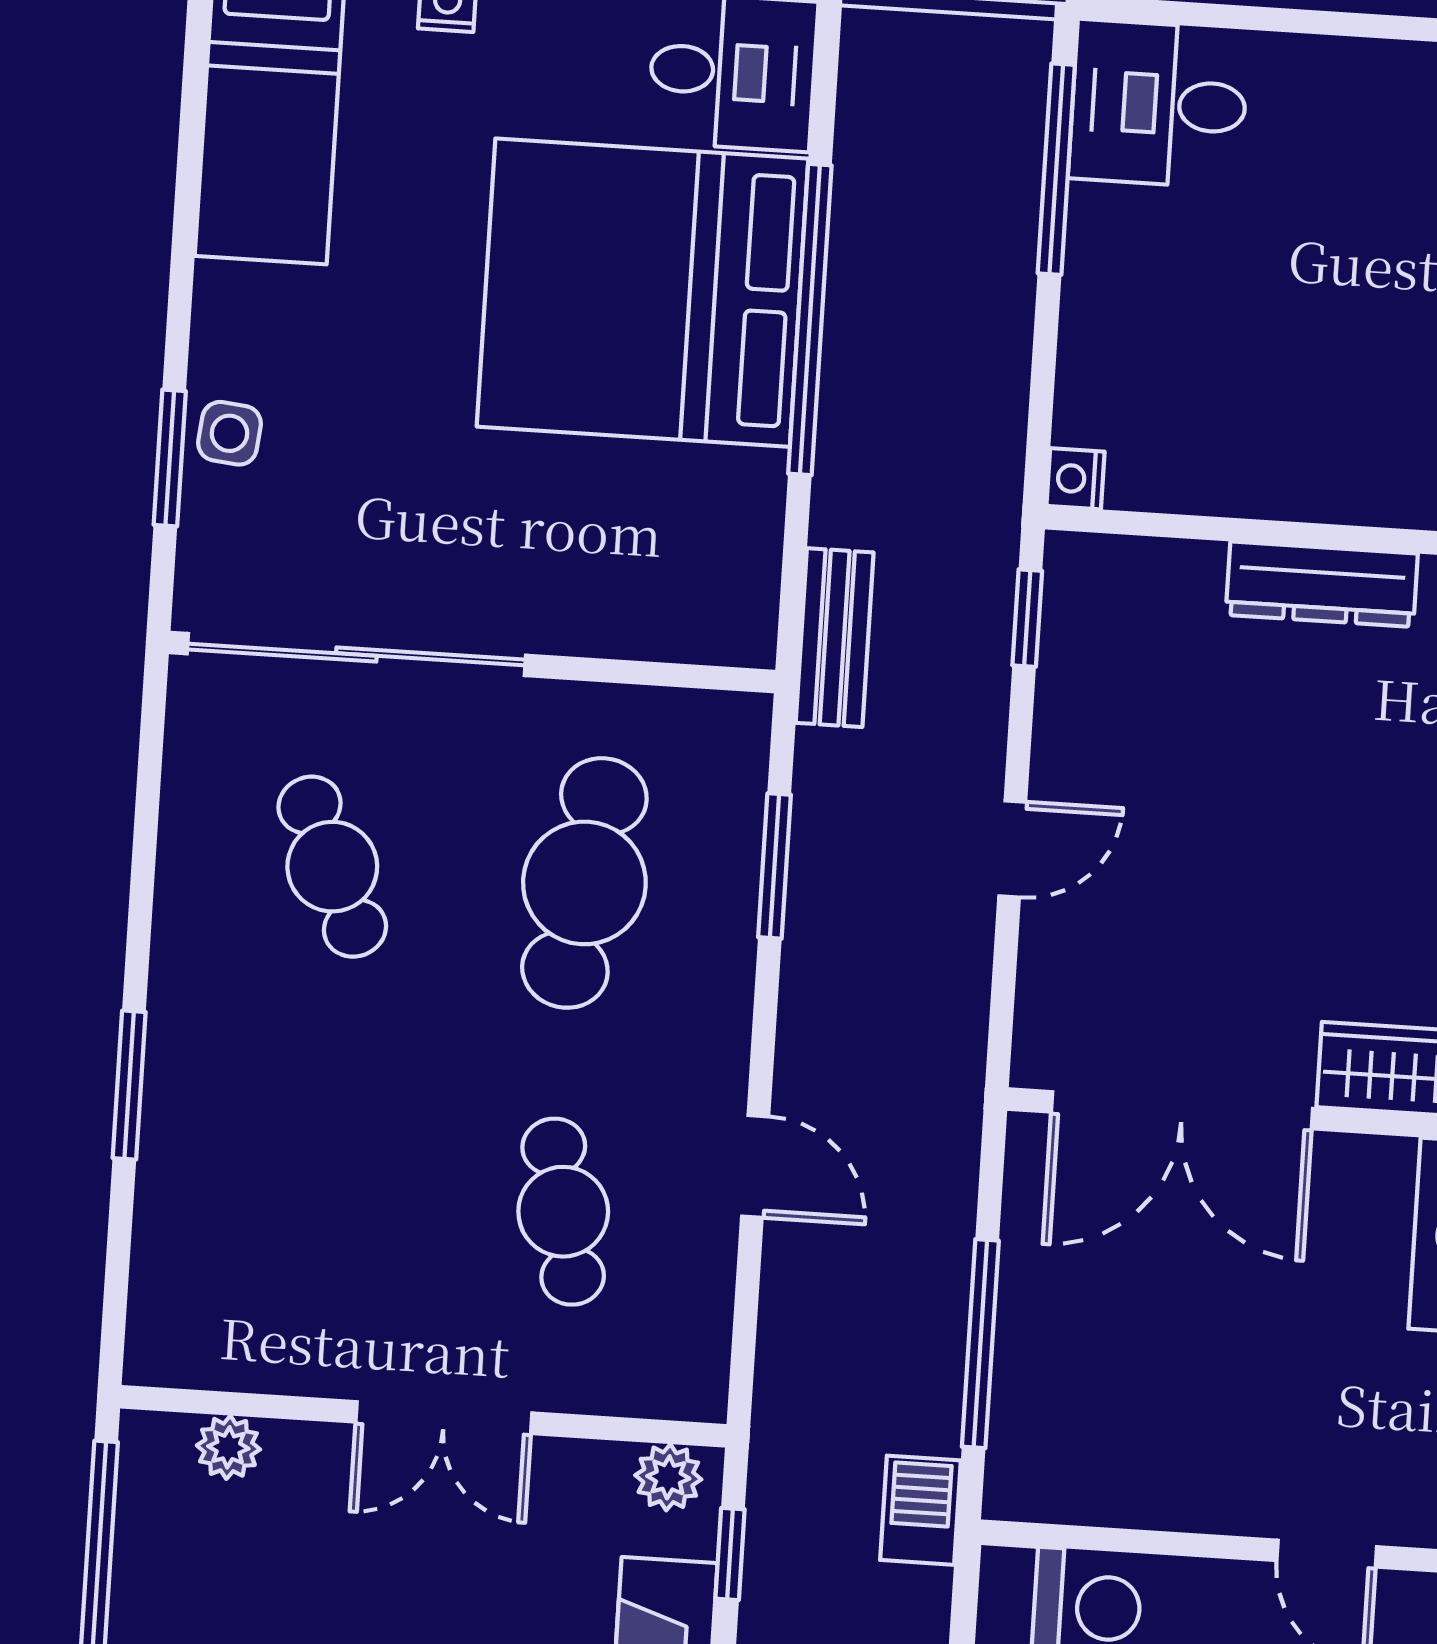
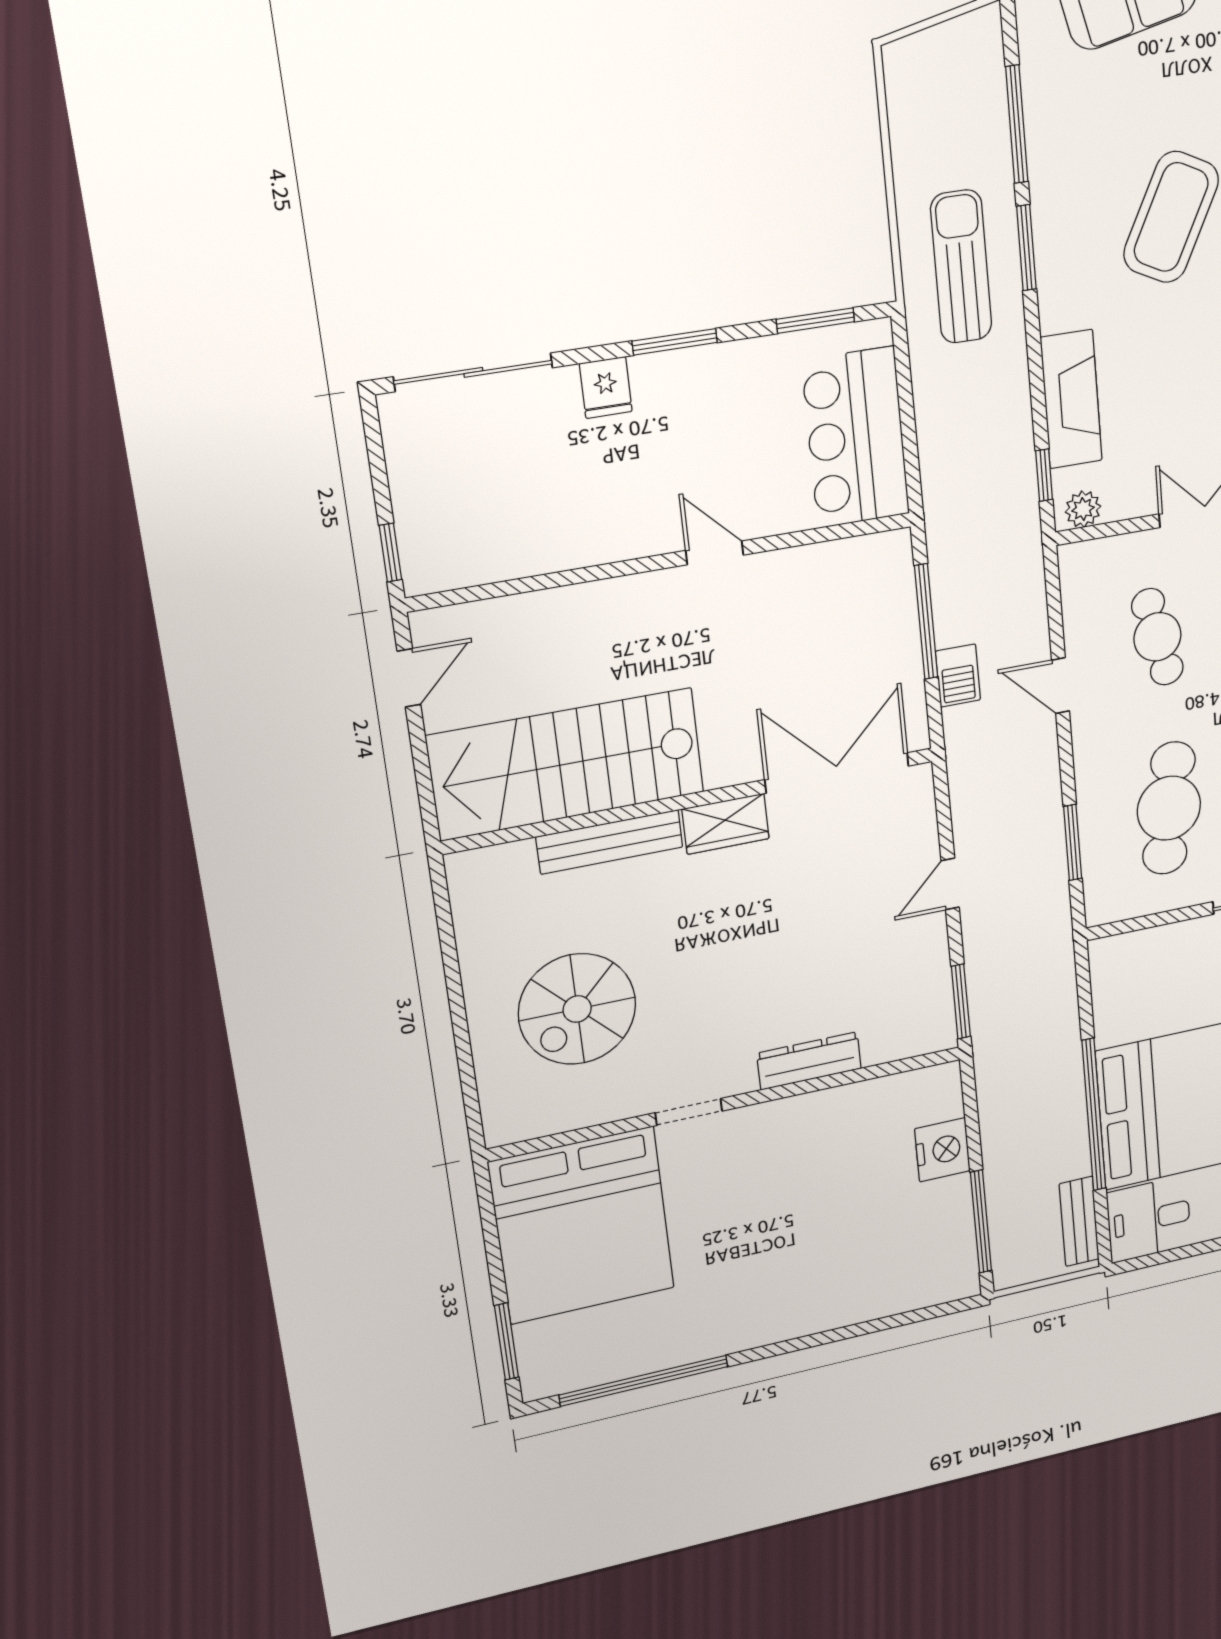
desk: (1159, 104) -> (934, 1267), removed
nightstand: (1075, 479) -> (942, 1150), moved, width x1.89, depth x1.79
window: (1027, 618) -> (961, 1001), width x1.50
bench: (835, 638) -> (1079, 1221), moved
barbecue: (920, 1510) -> (958, 676), moved

